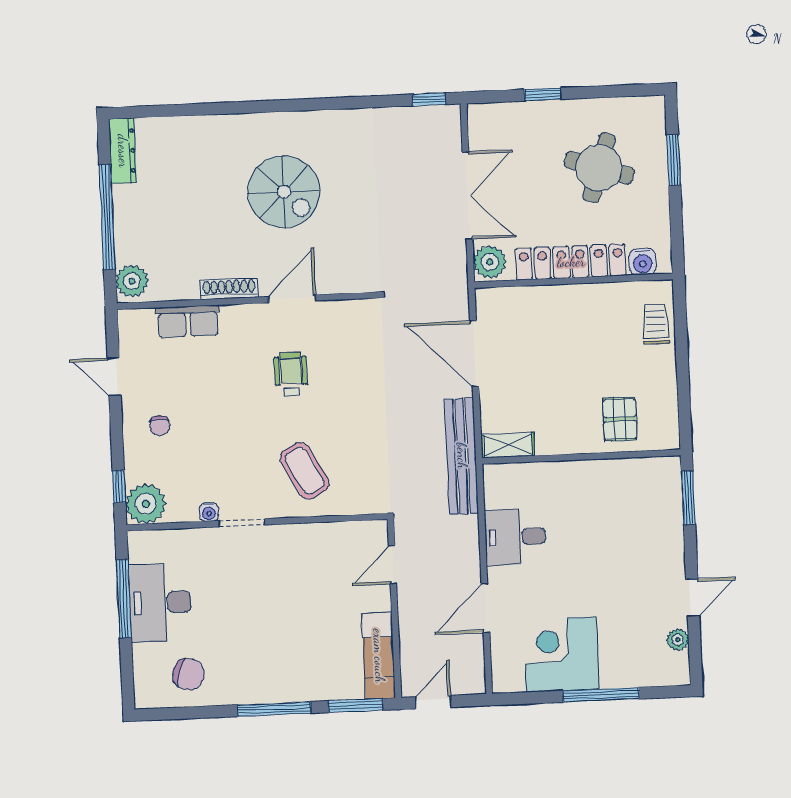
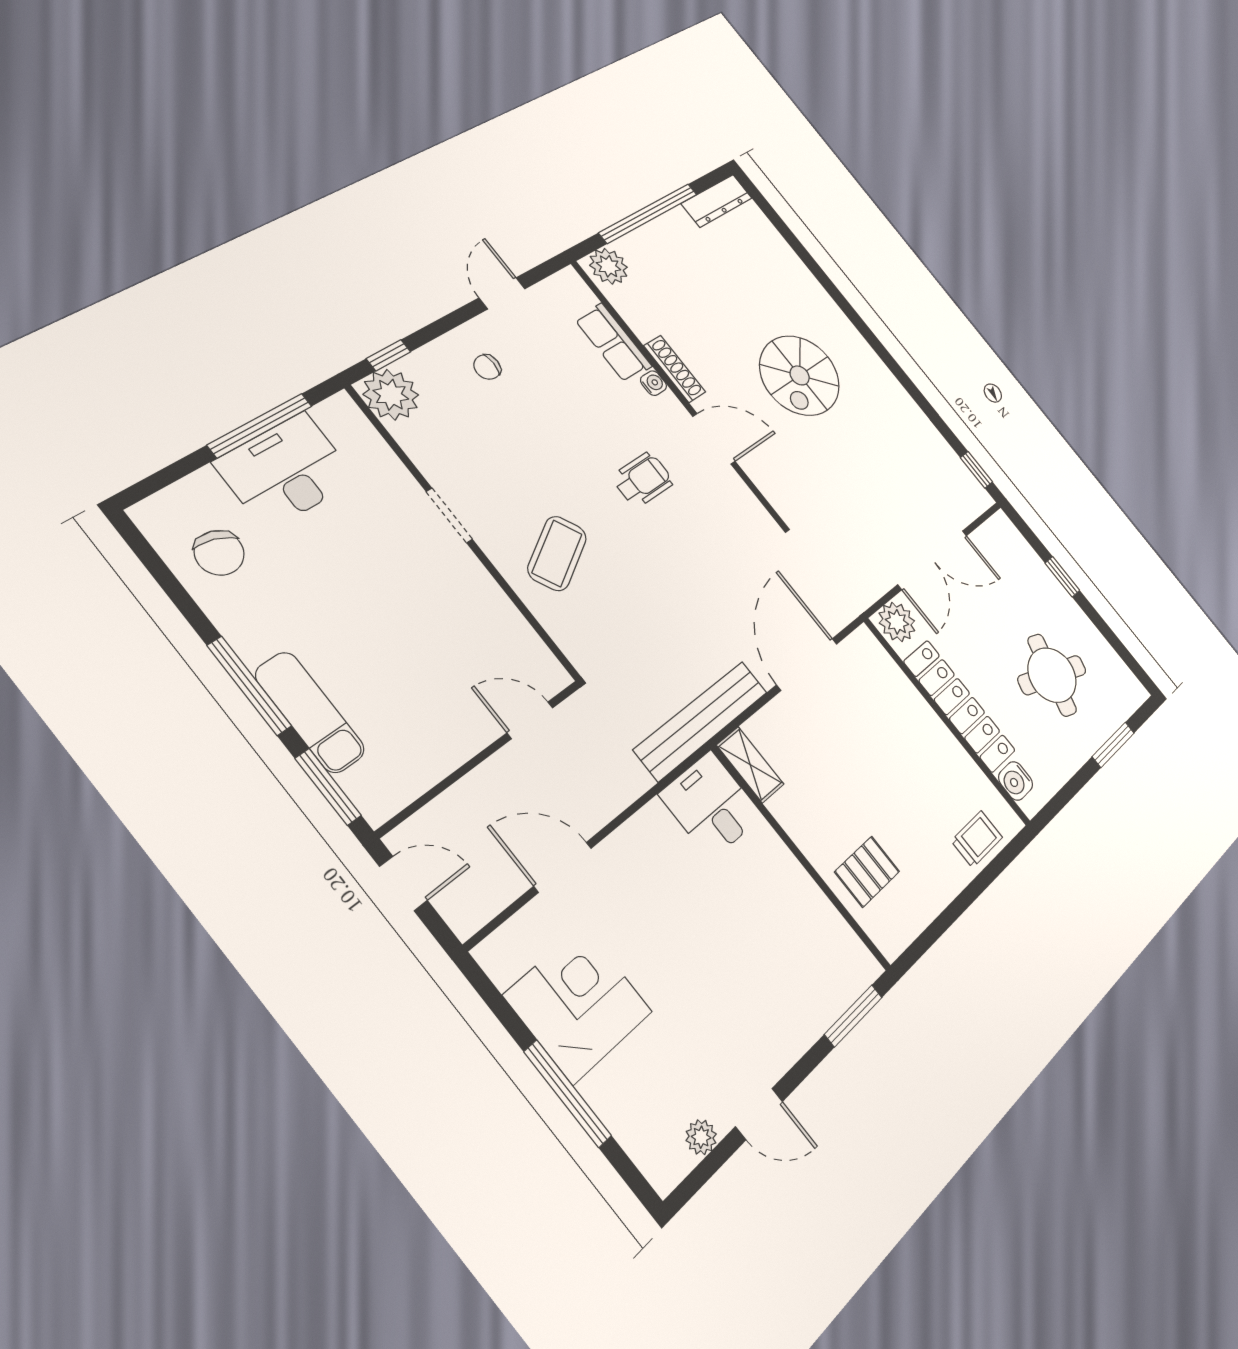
water cooler: (209, 512) -> (653, 383), moved, turned 180
desk: (515, 537) -> (711, 805), moved
exam couch: (379, 656) -> (310, 712), moved, turned 90

